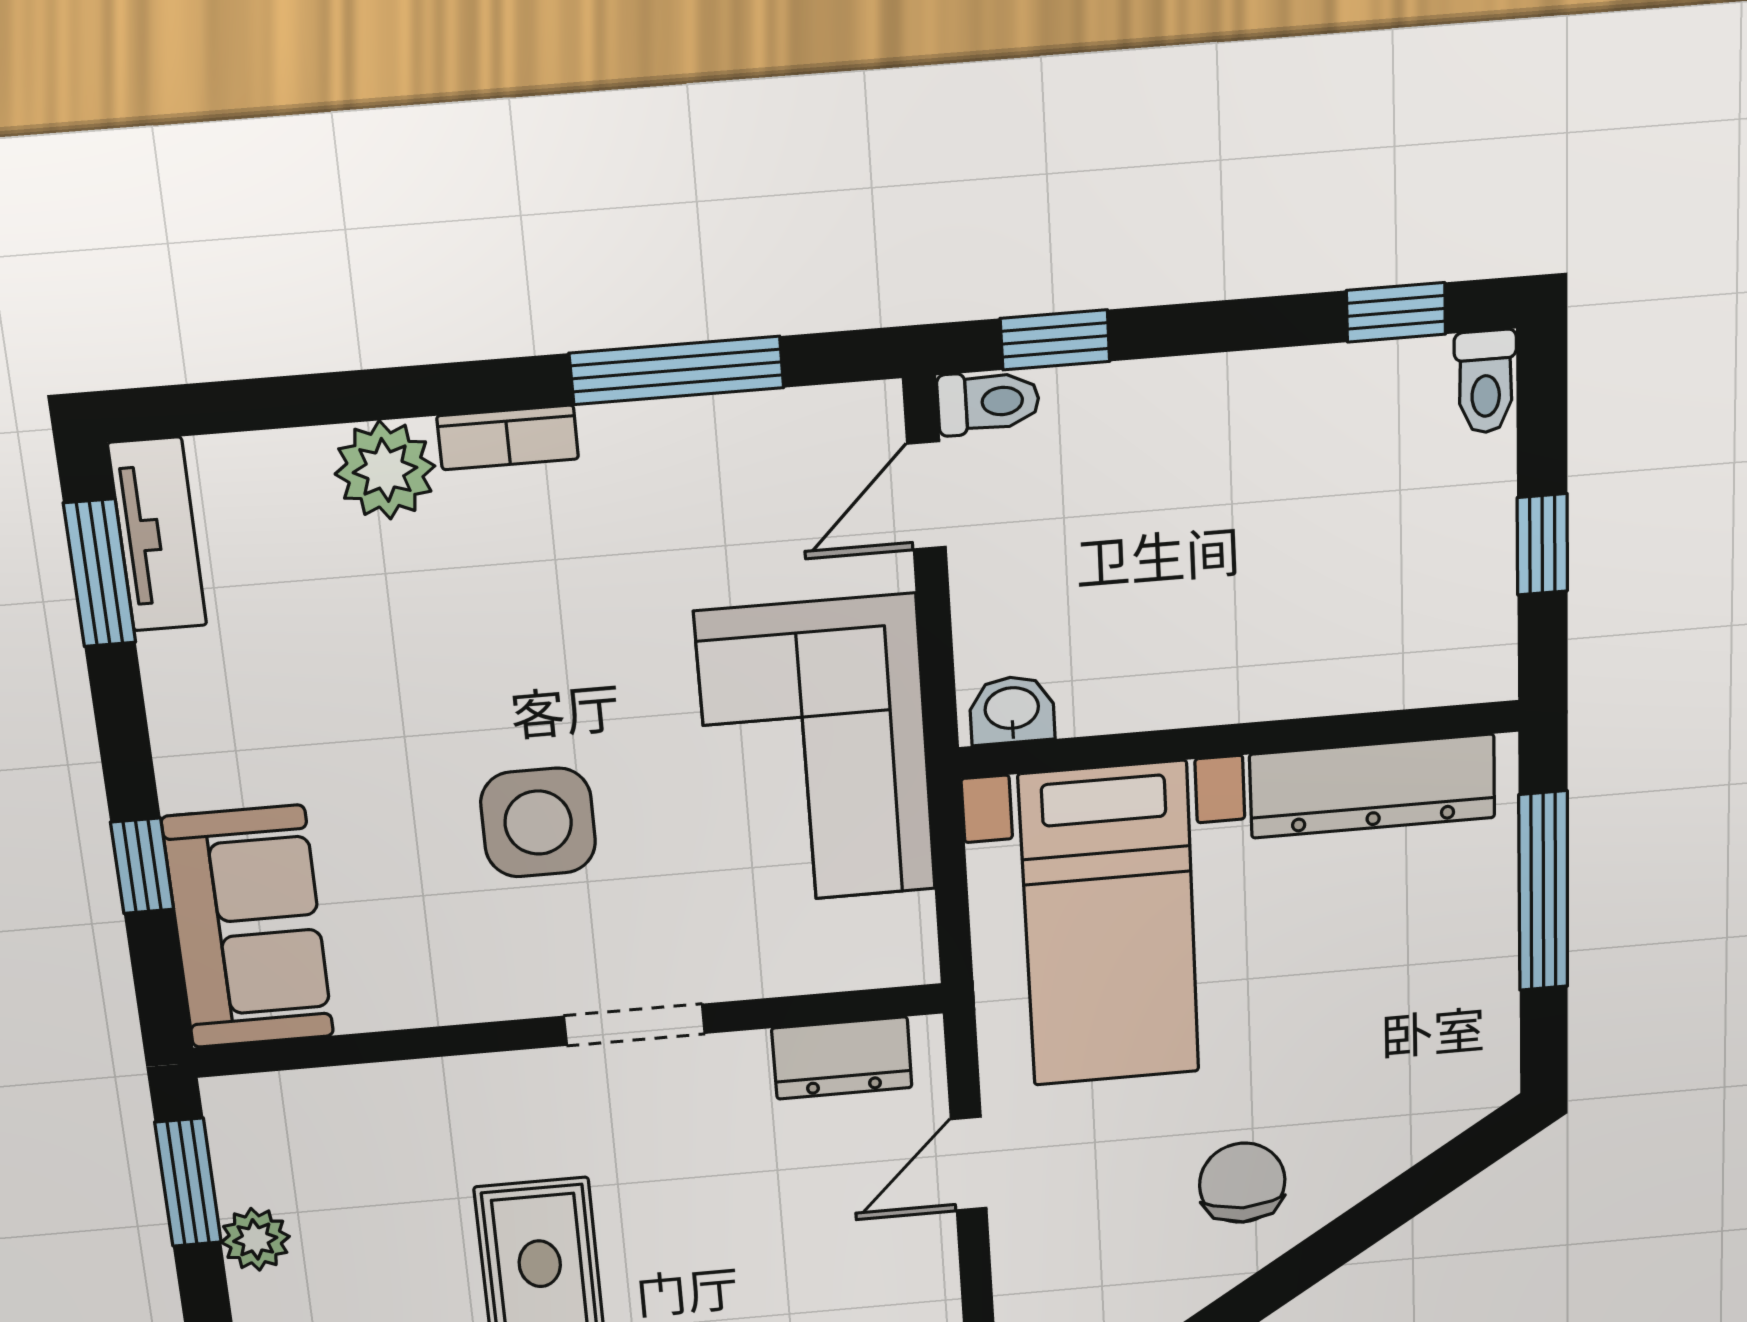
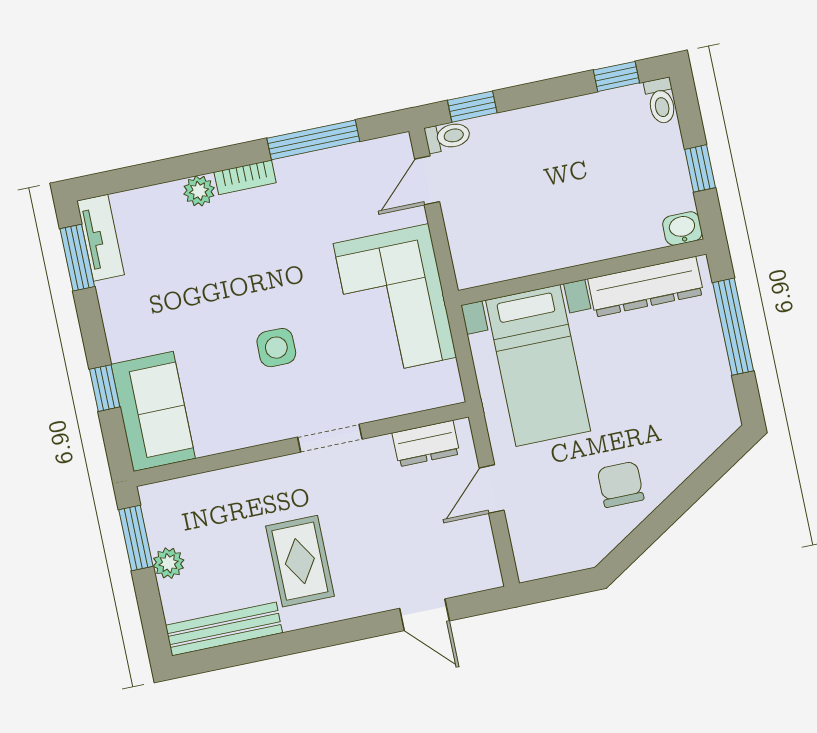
plant: (385, 470) -> (199, 191), width x0.73, depth x0.73
washbasin: (1012, 710) -> (682, 228), moved
side table: (538, 823) -> (276, 348), width x0.73, depth x0.73

